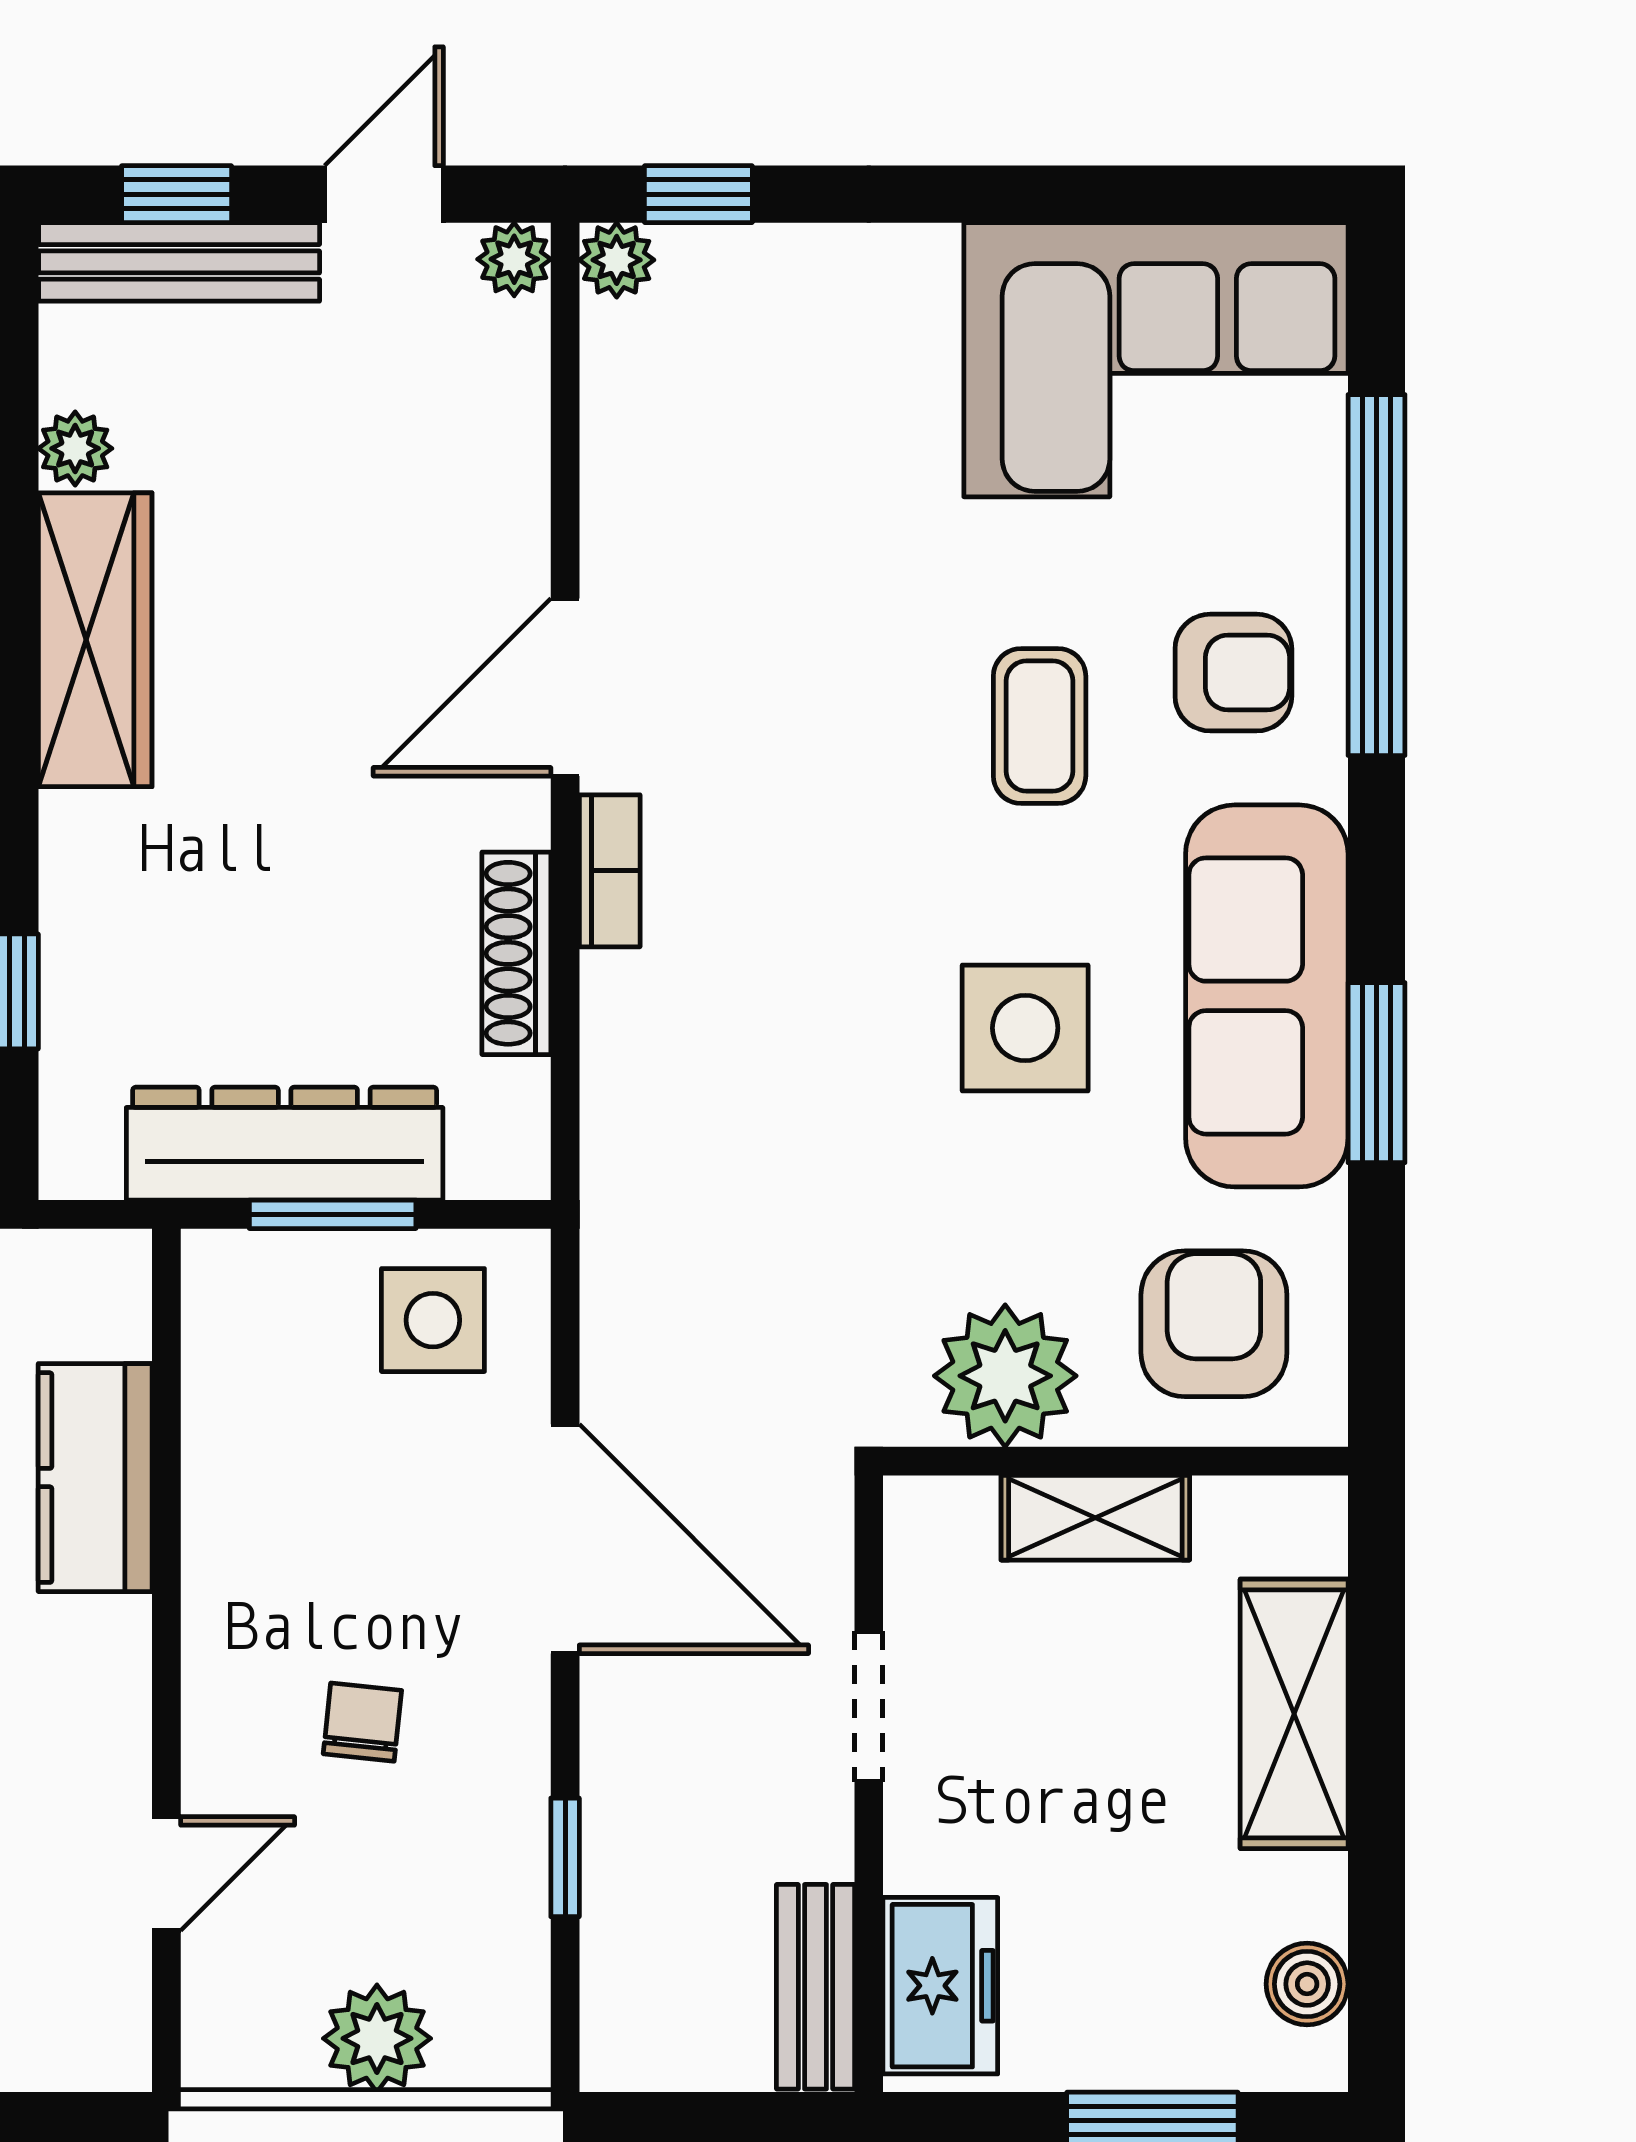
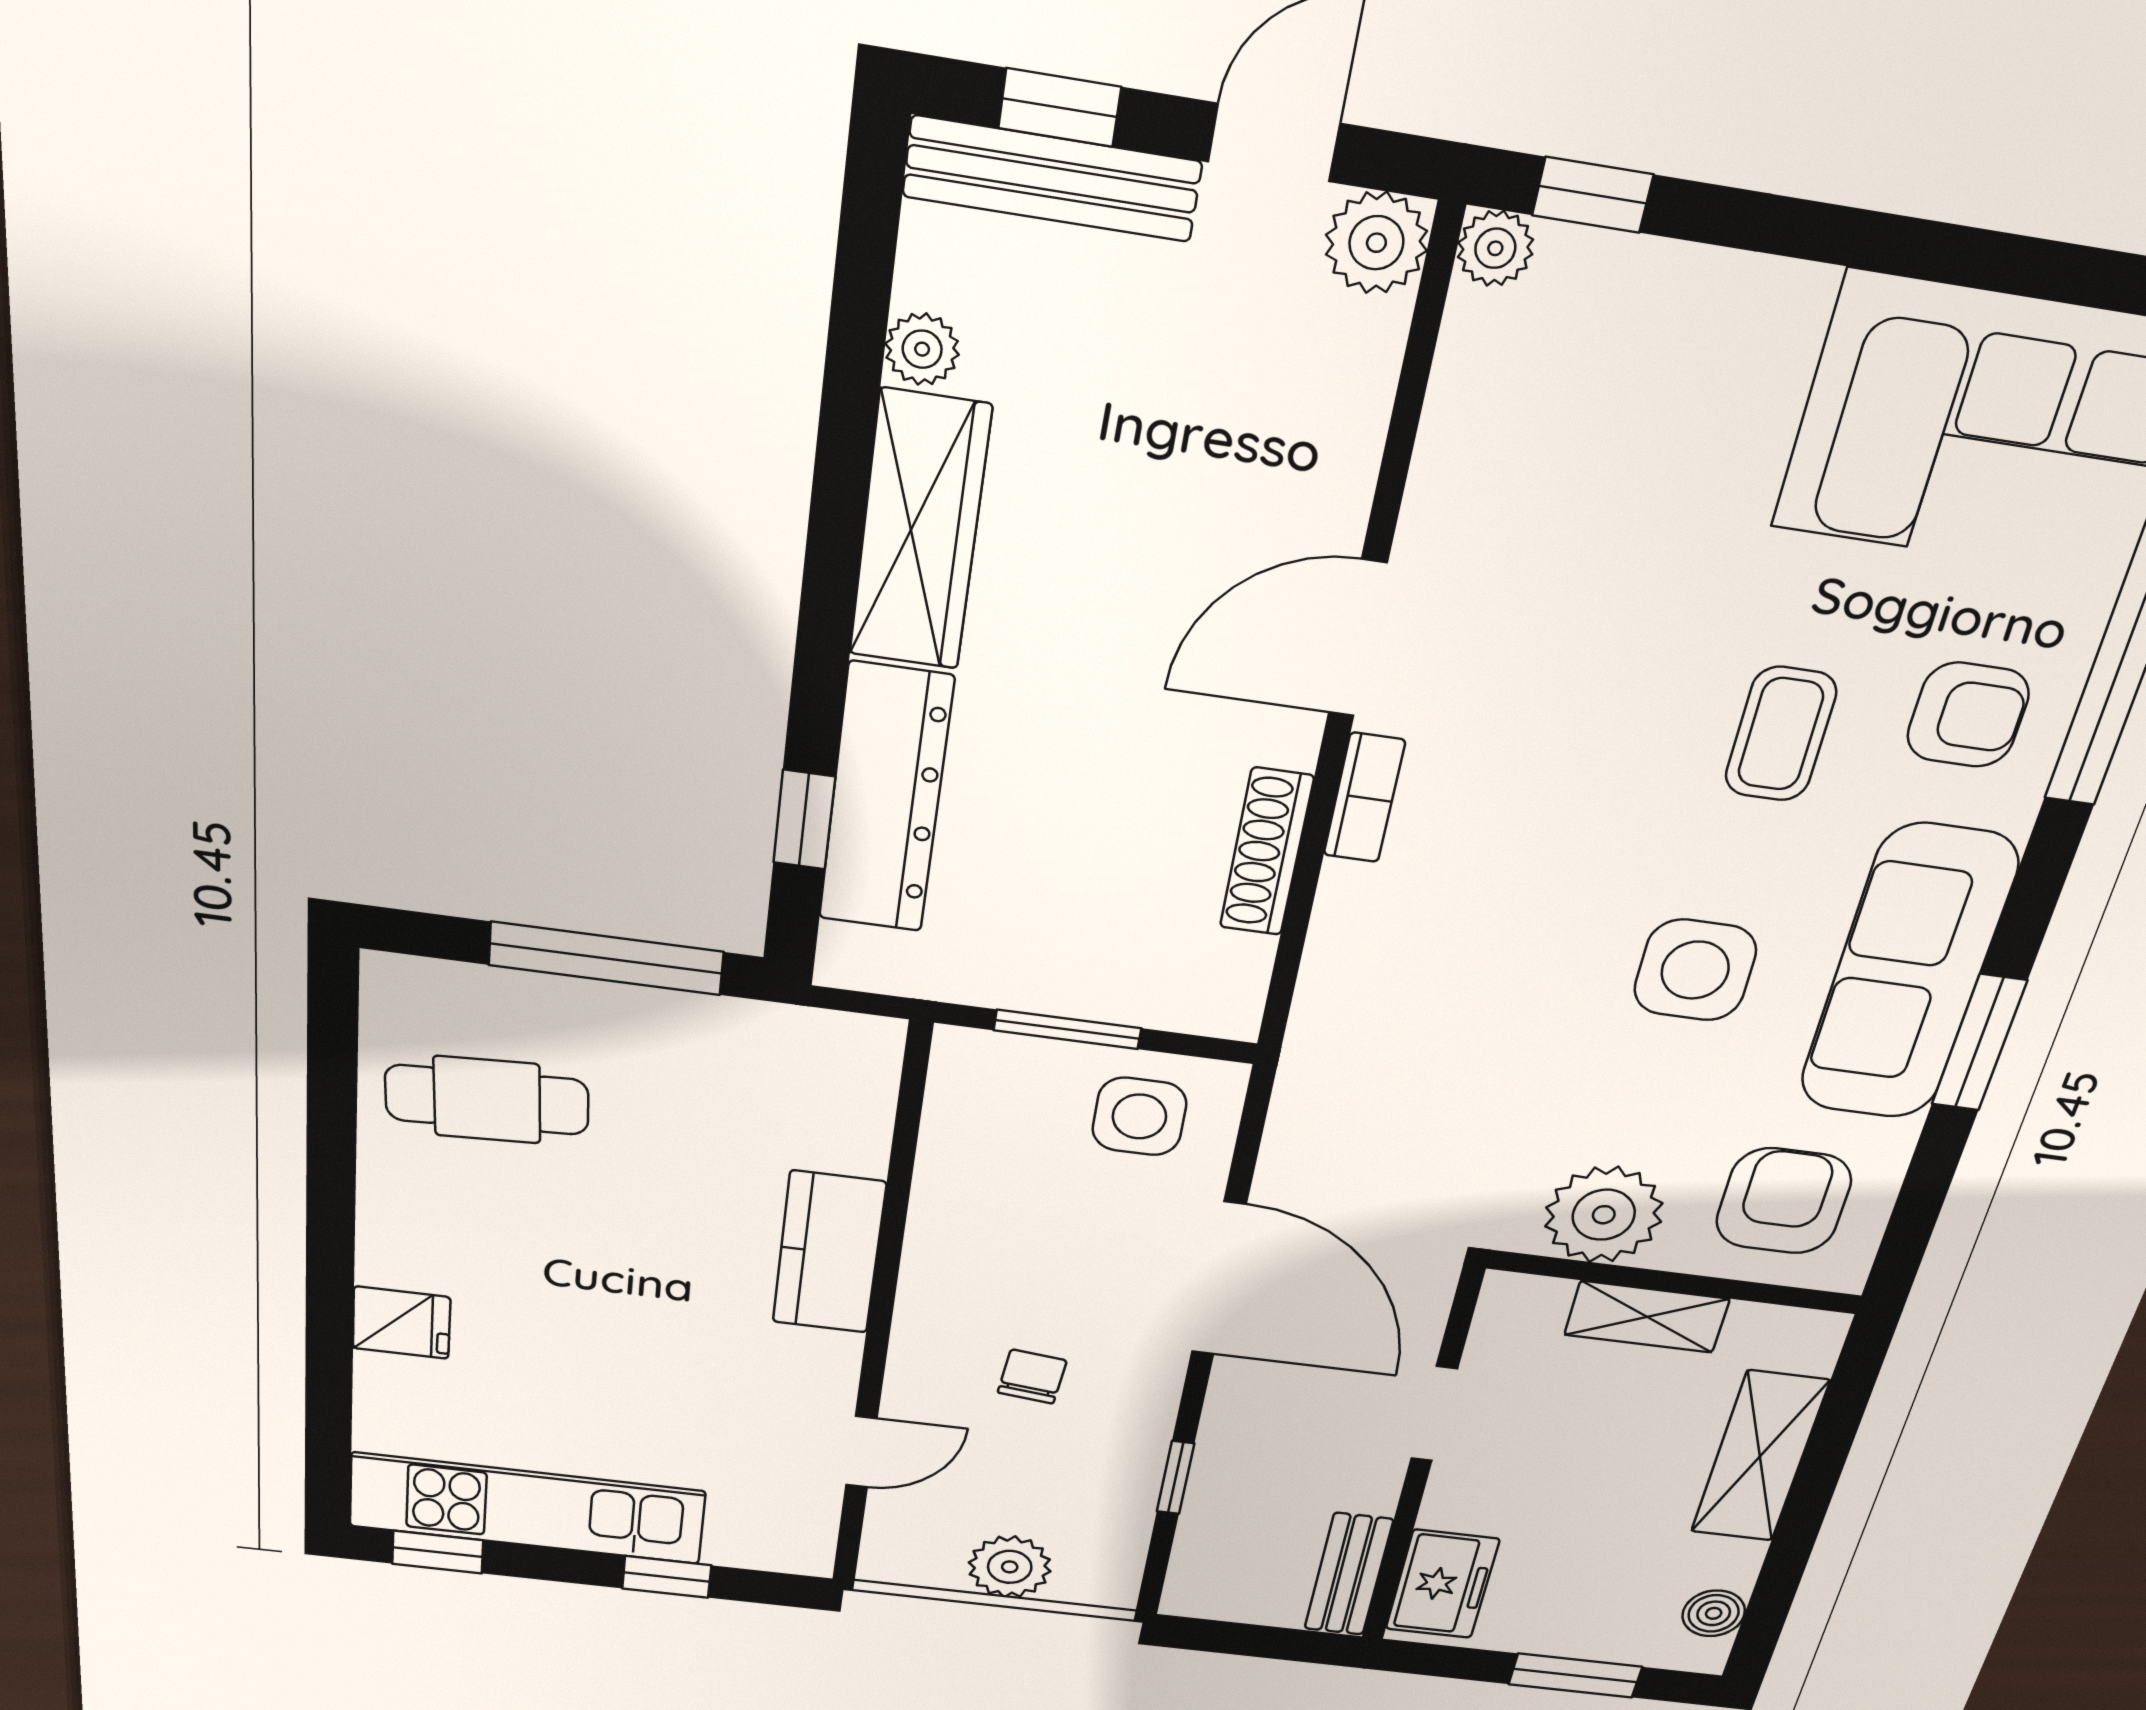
plant: (514, 259) -> (1376, 243), width x1.38, depth x1.38
dresser: (285, 1144) -> (886, 799), moved, turned 90
kitchen counter: (95, 1478) -> (829, 1253), moved

